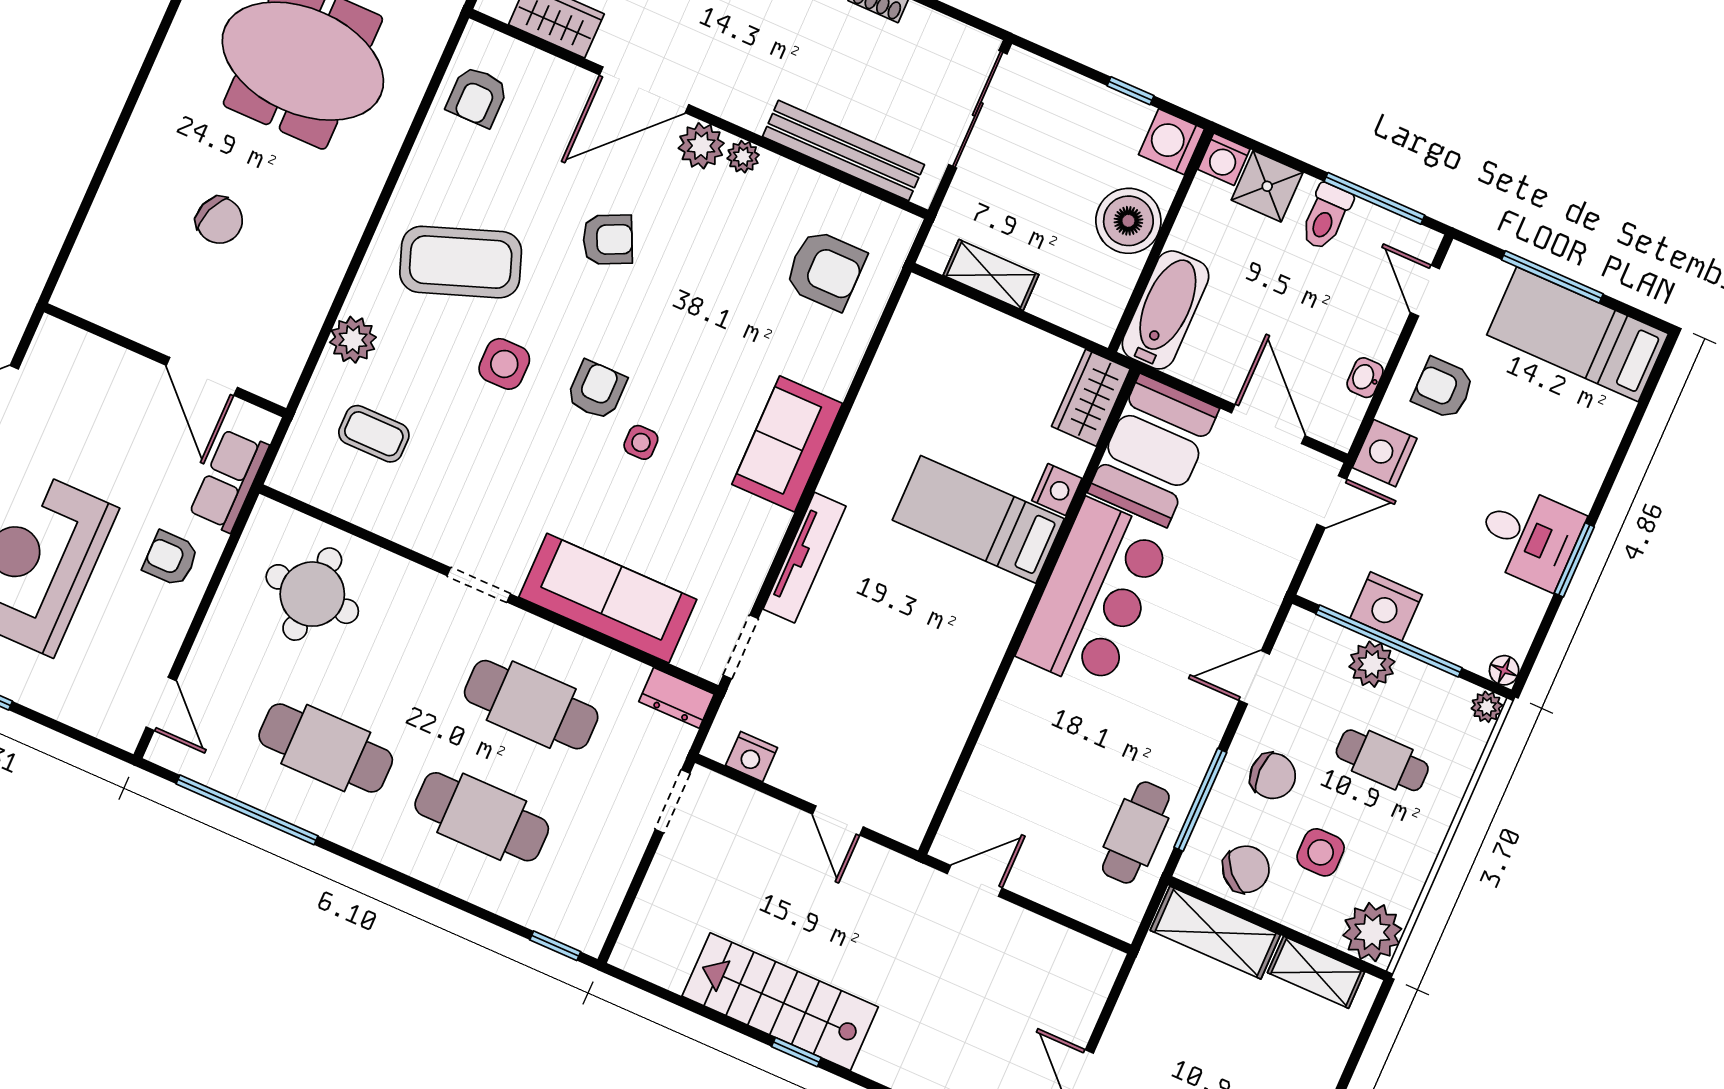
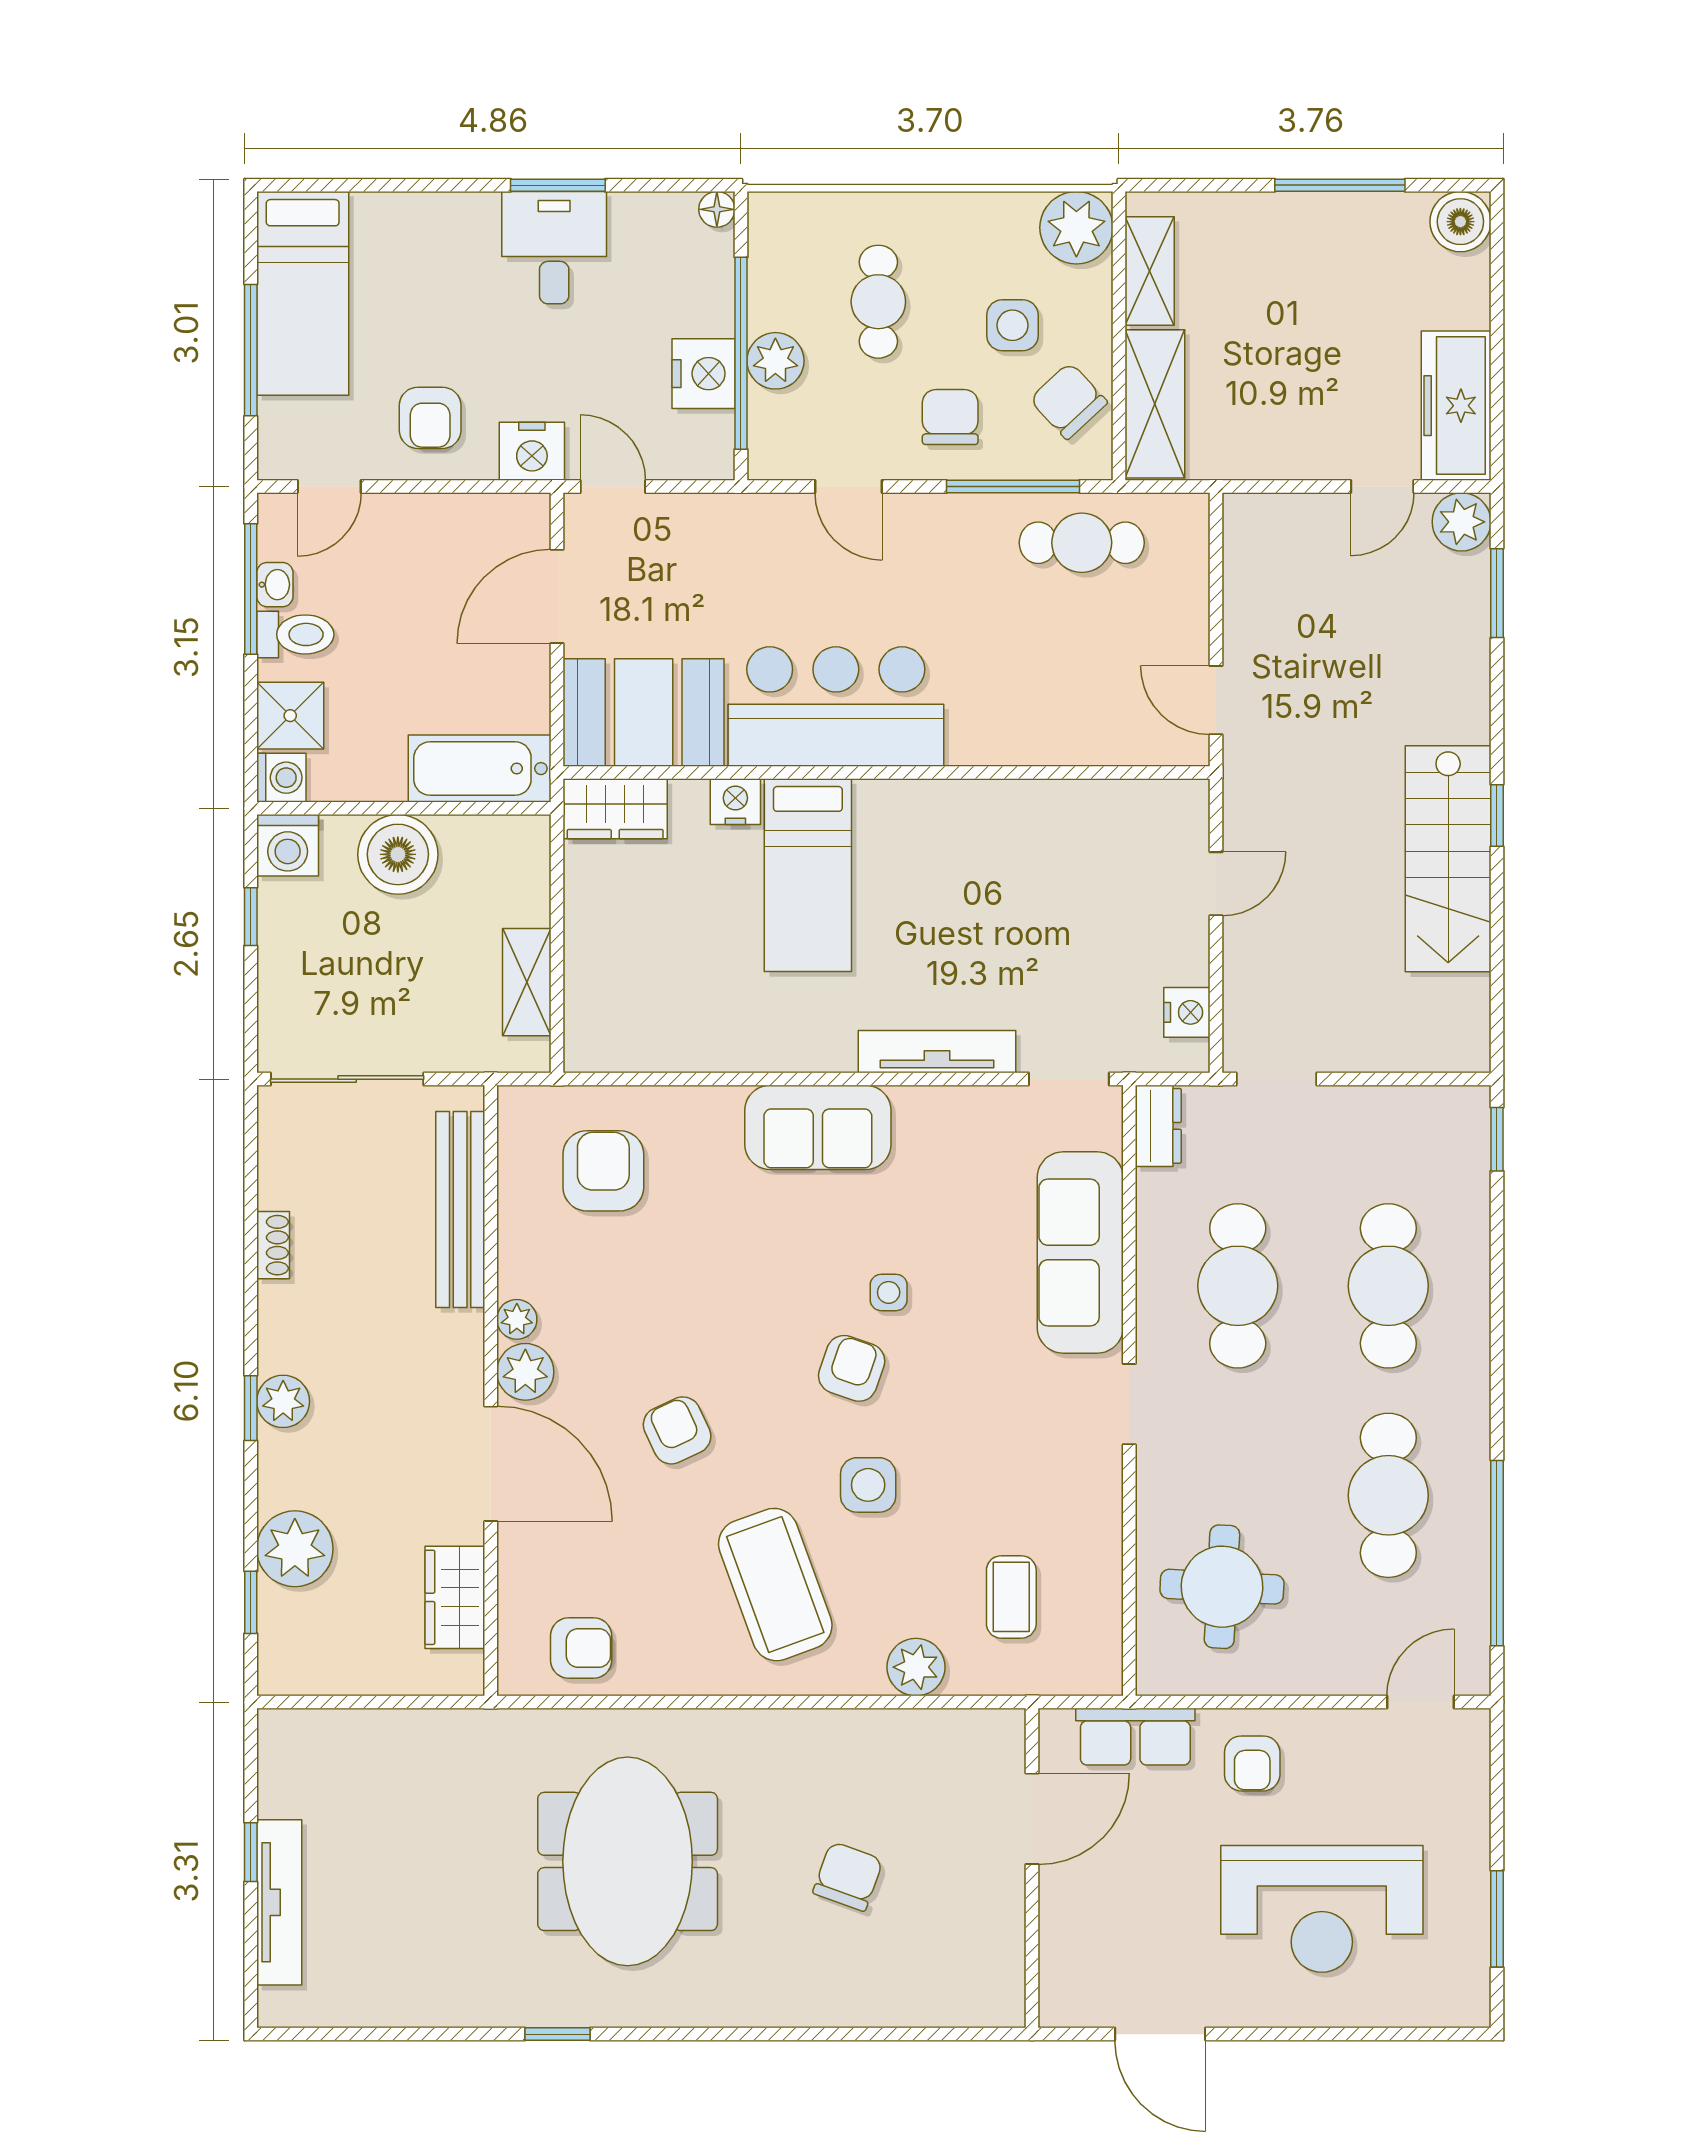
washbasin: (1365, 378) -> (275, 585), moved, turned -90
armchair: (597, 390) -> (852, 1368), turned 109
plant: (1487, 707) -> (766, 211), removed

